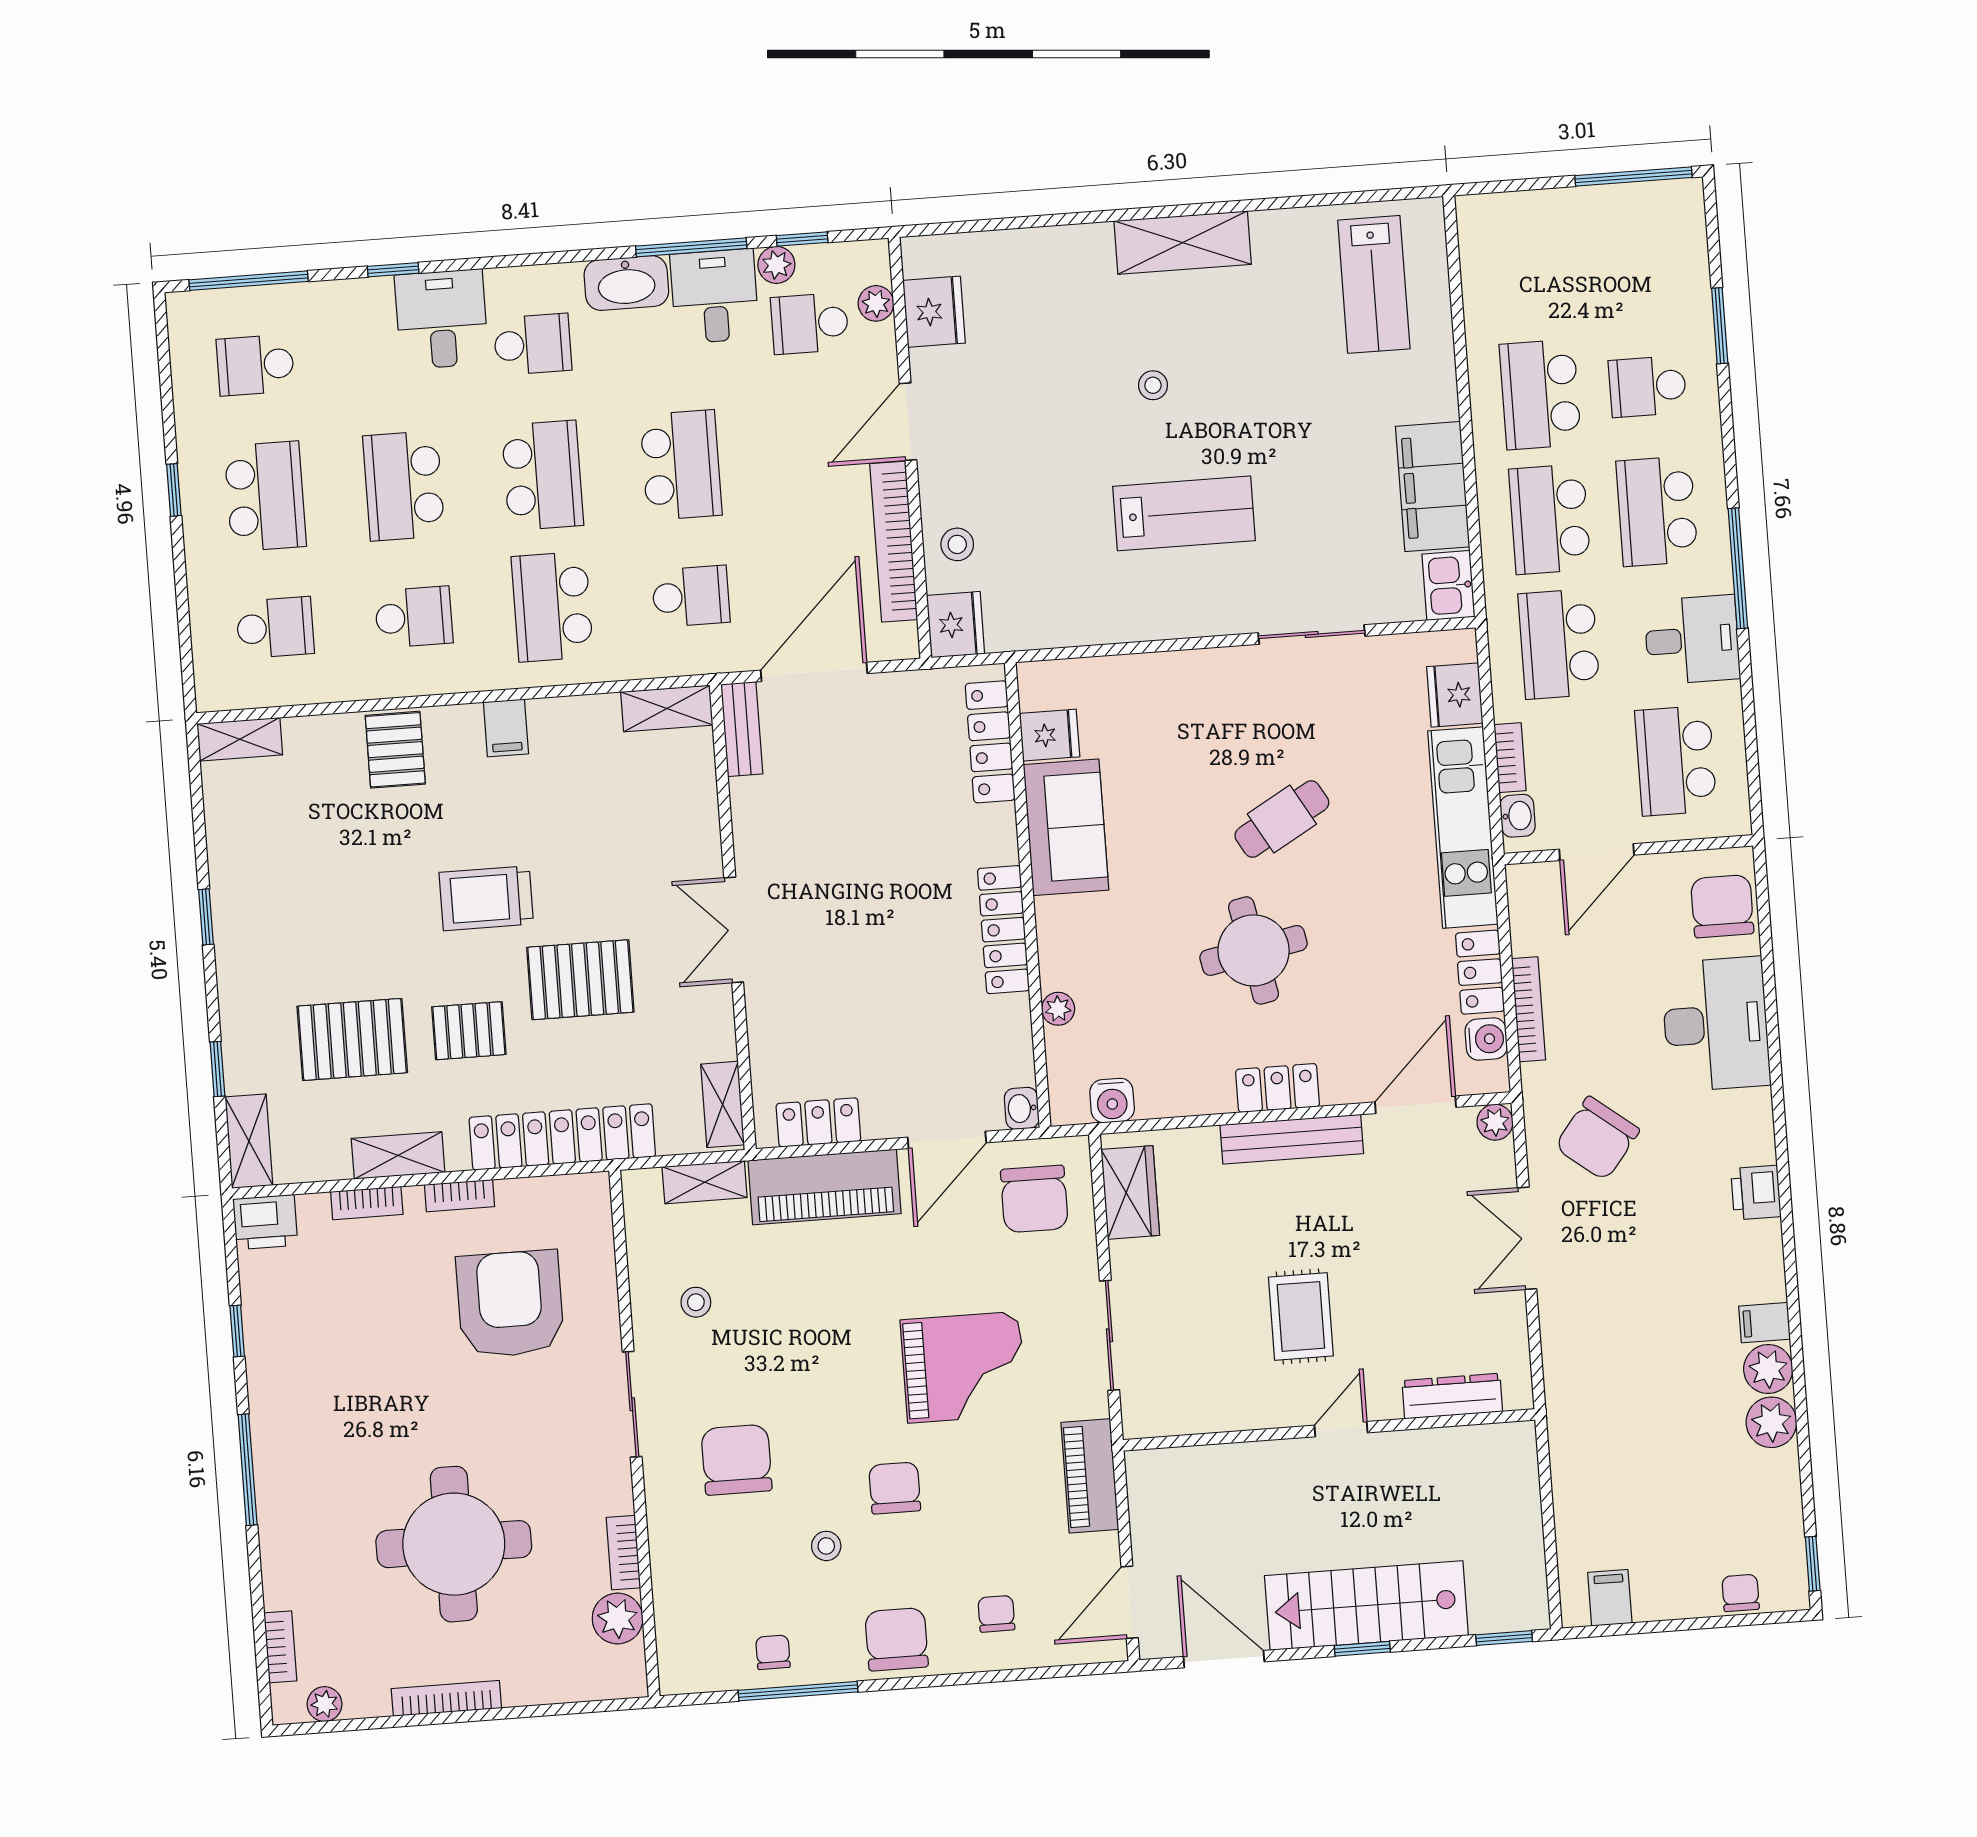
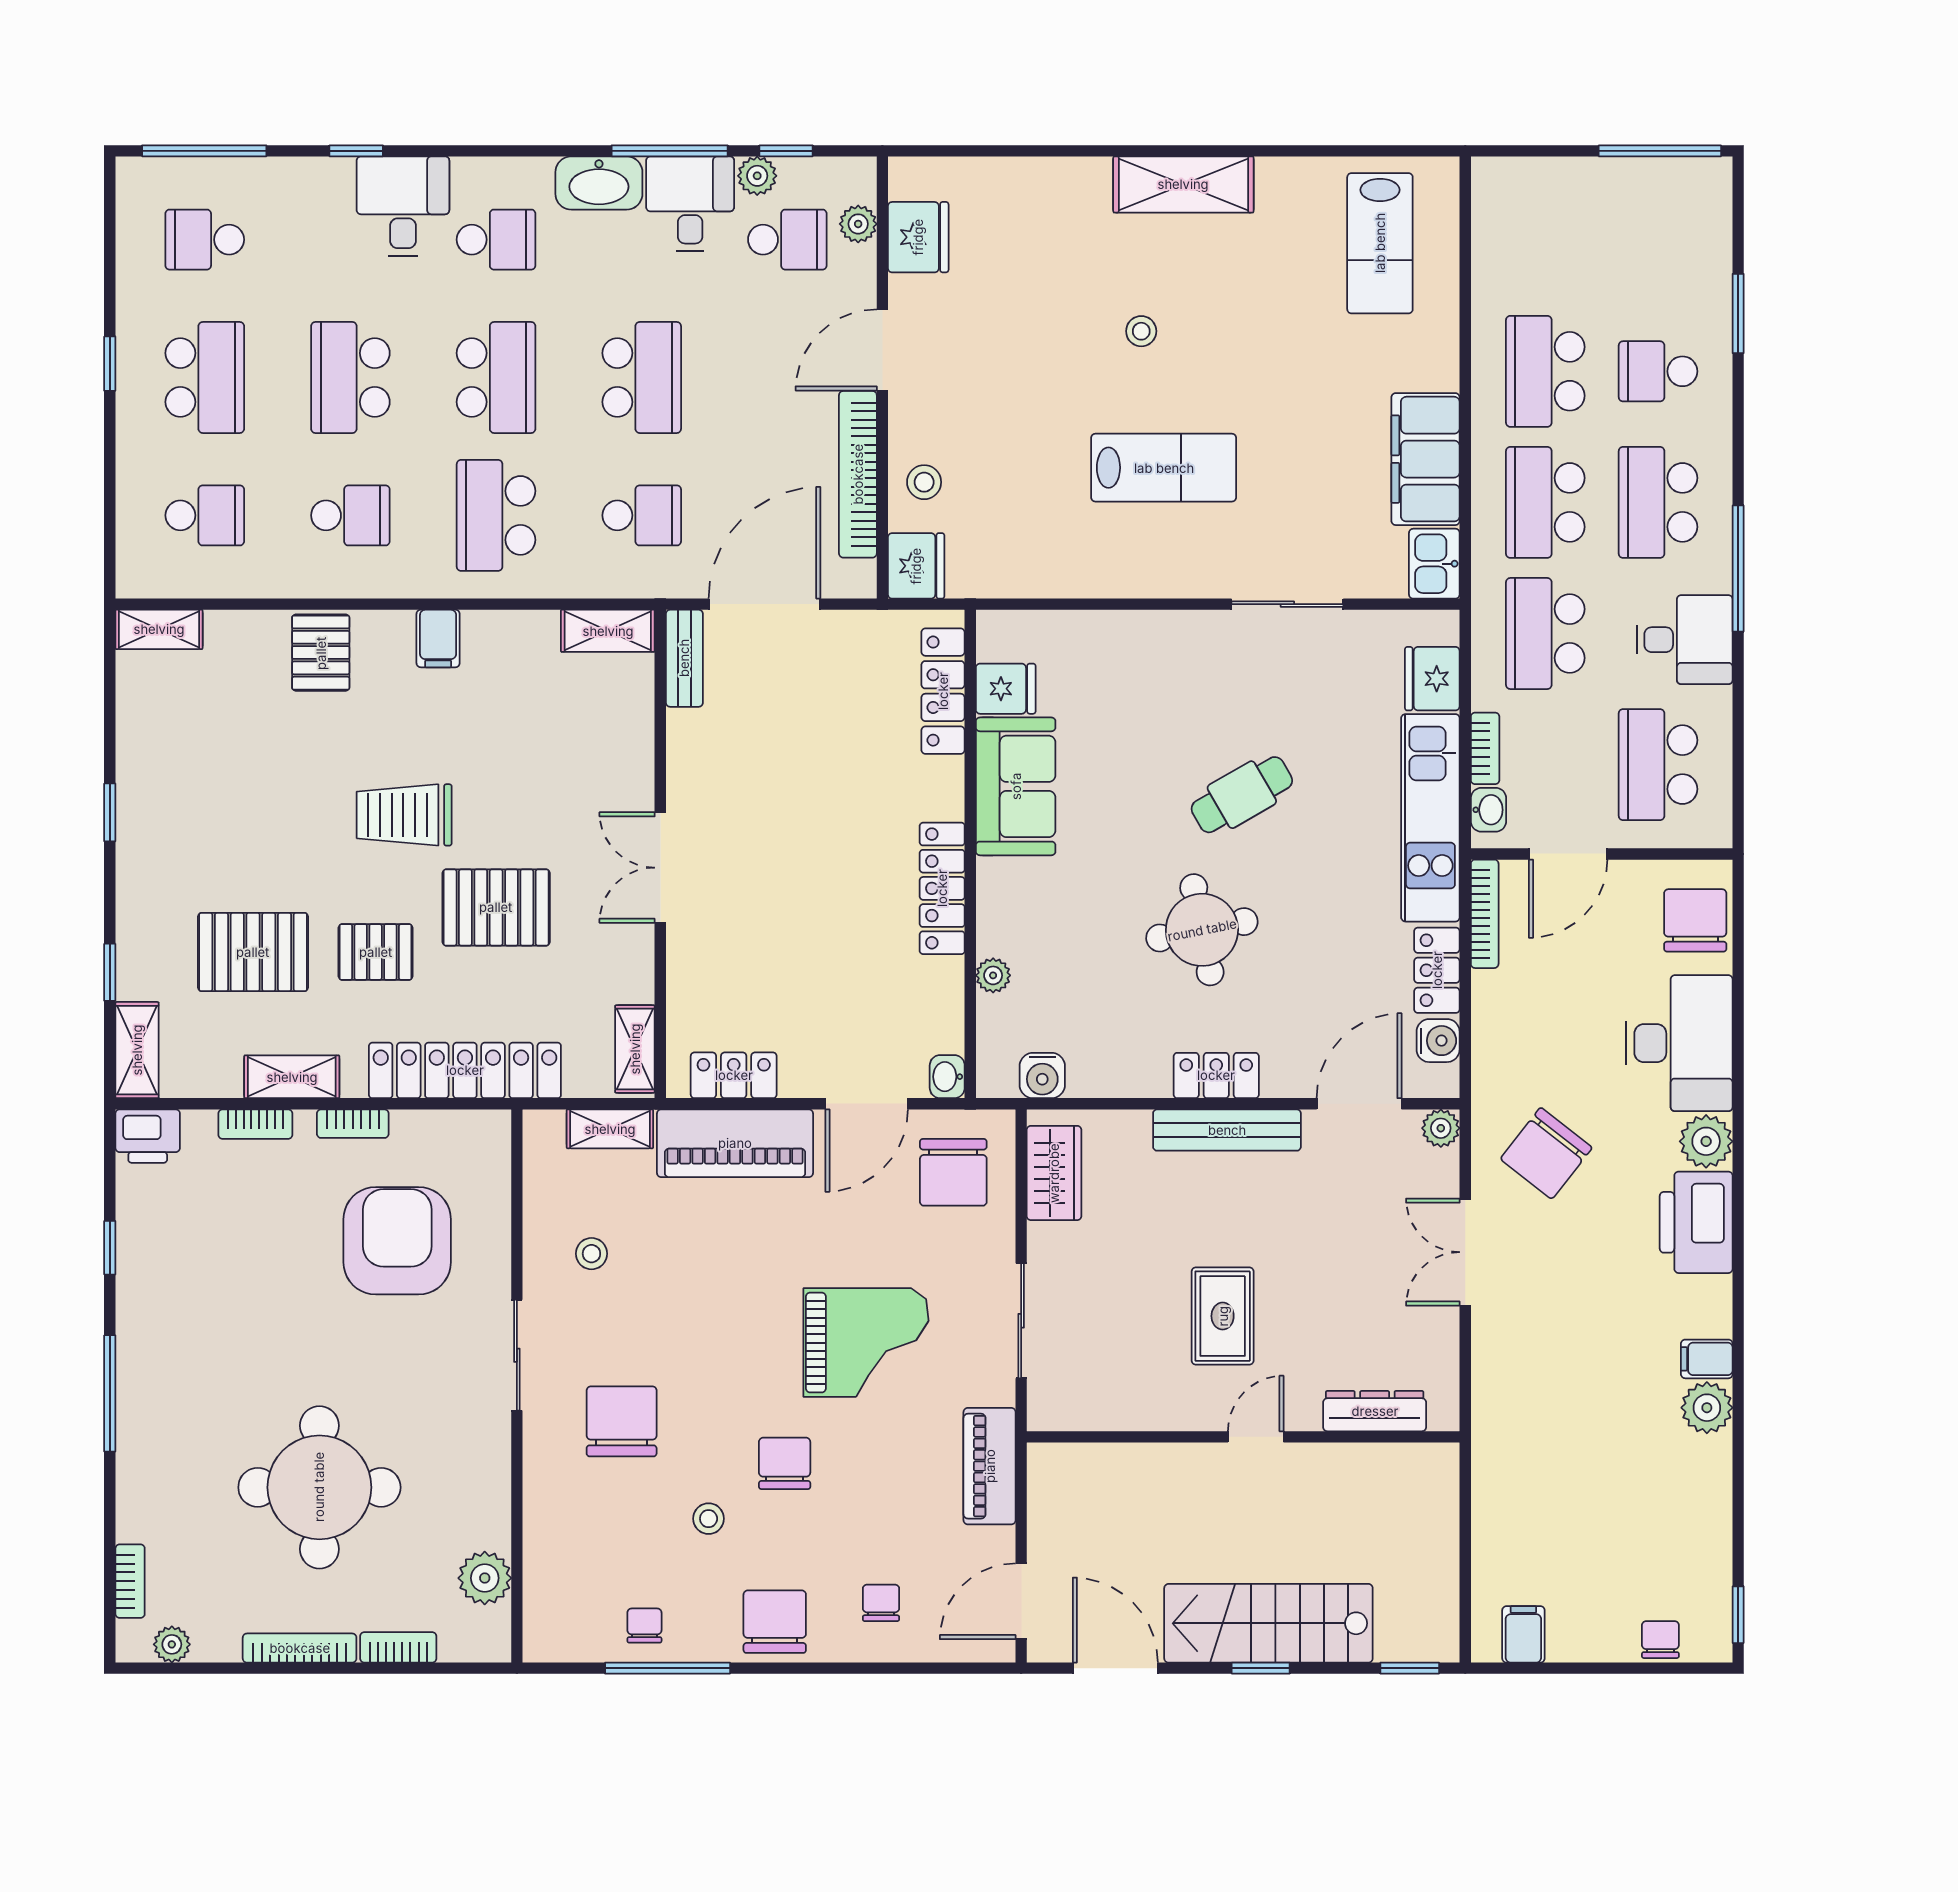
school desk: (810, 323) -> (787, 240), turned 180
bookcase: (1528, 1009) -> (1485, 914), moved
printer: (1756, 1193) -> (1696, 1222), width x1.87, depth x1.48
plant: (1771, 1422) -> (1706, 1141), moved
bookcase: (623, 1553) -> (398, 1647), moved, turned 90

